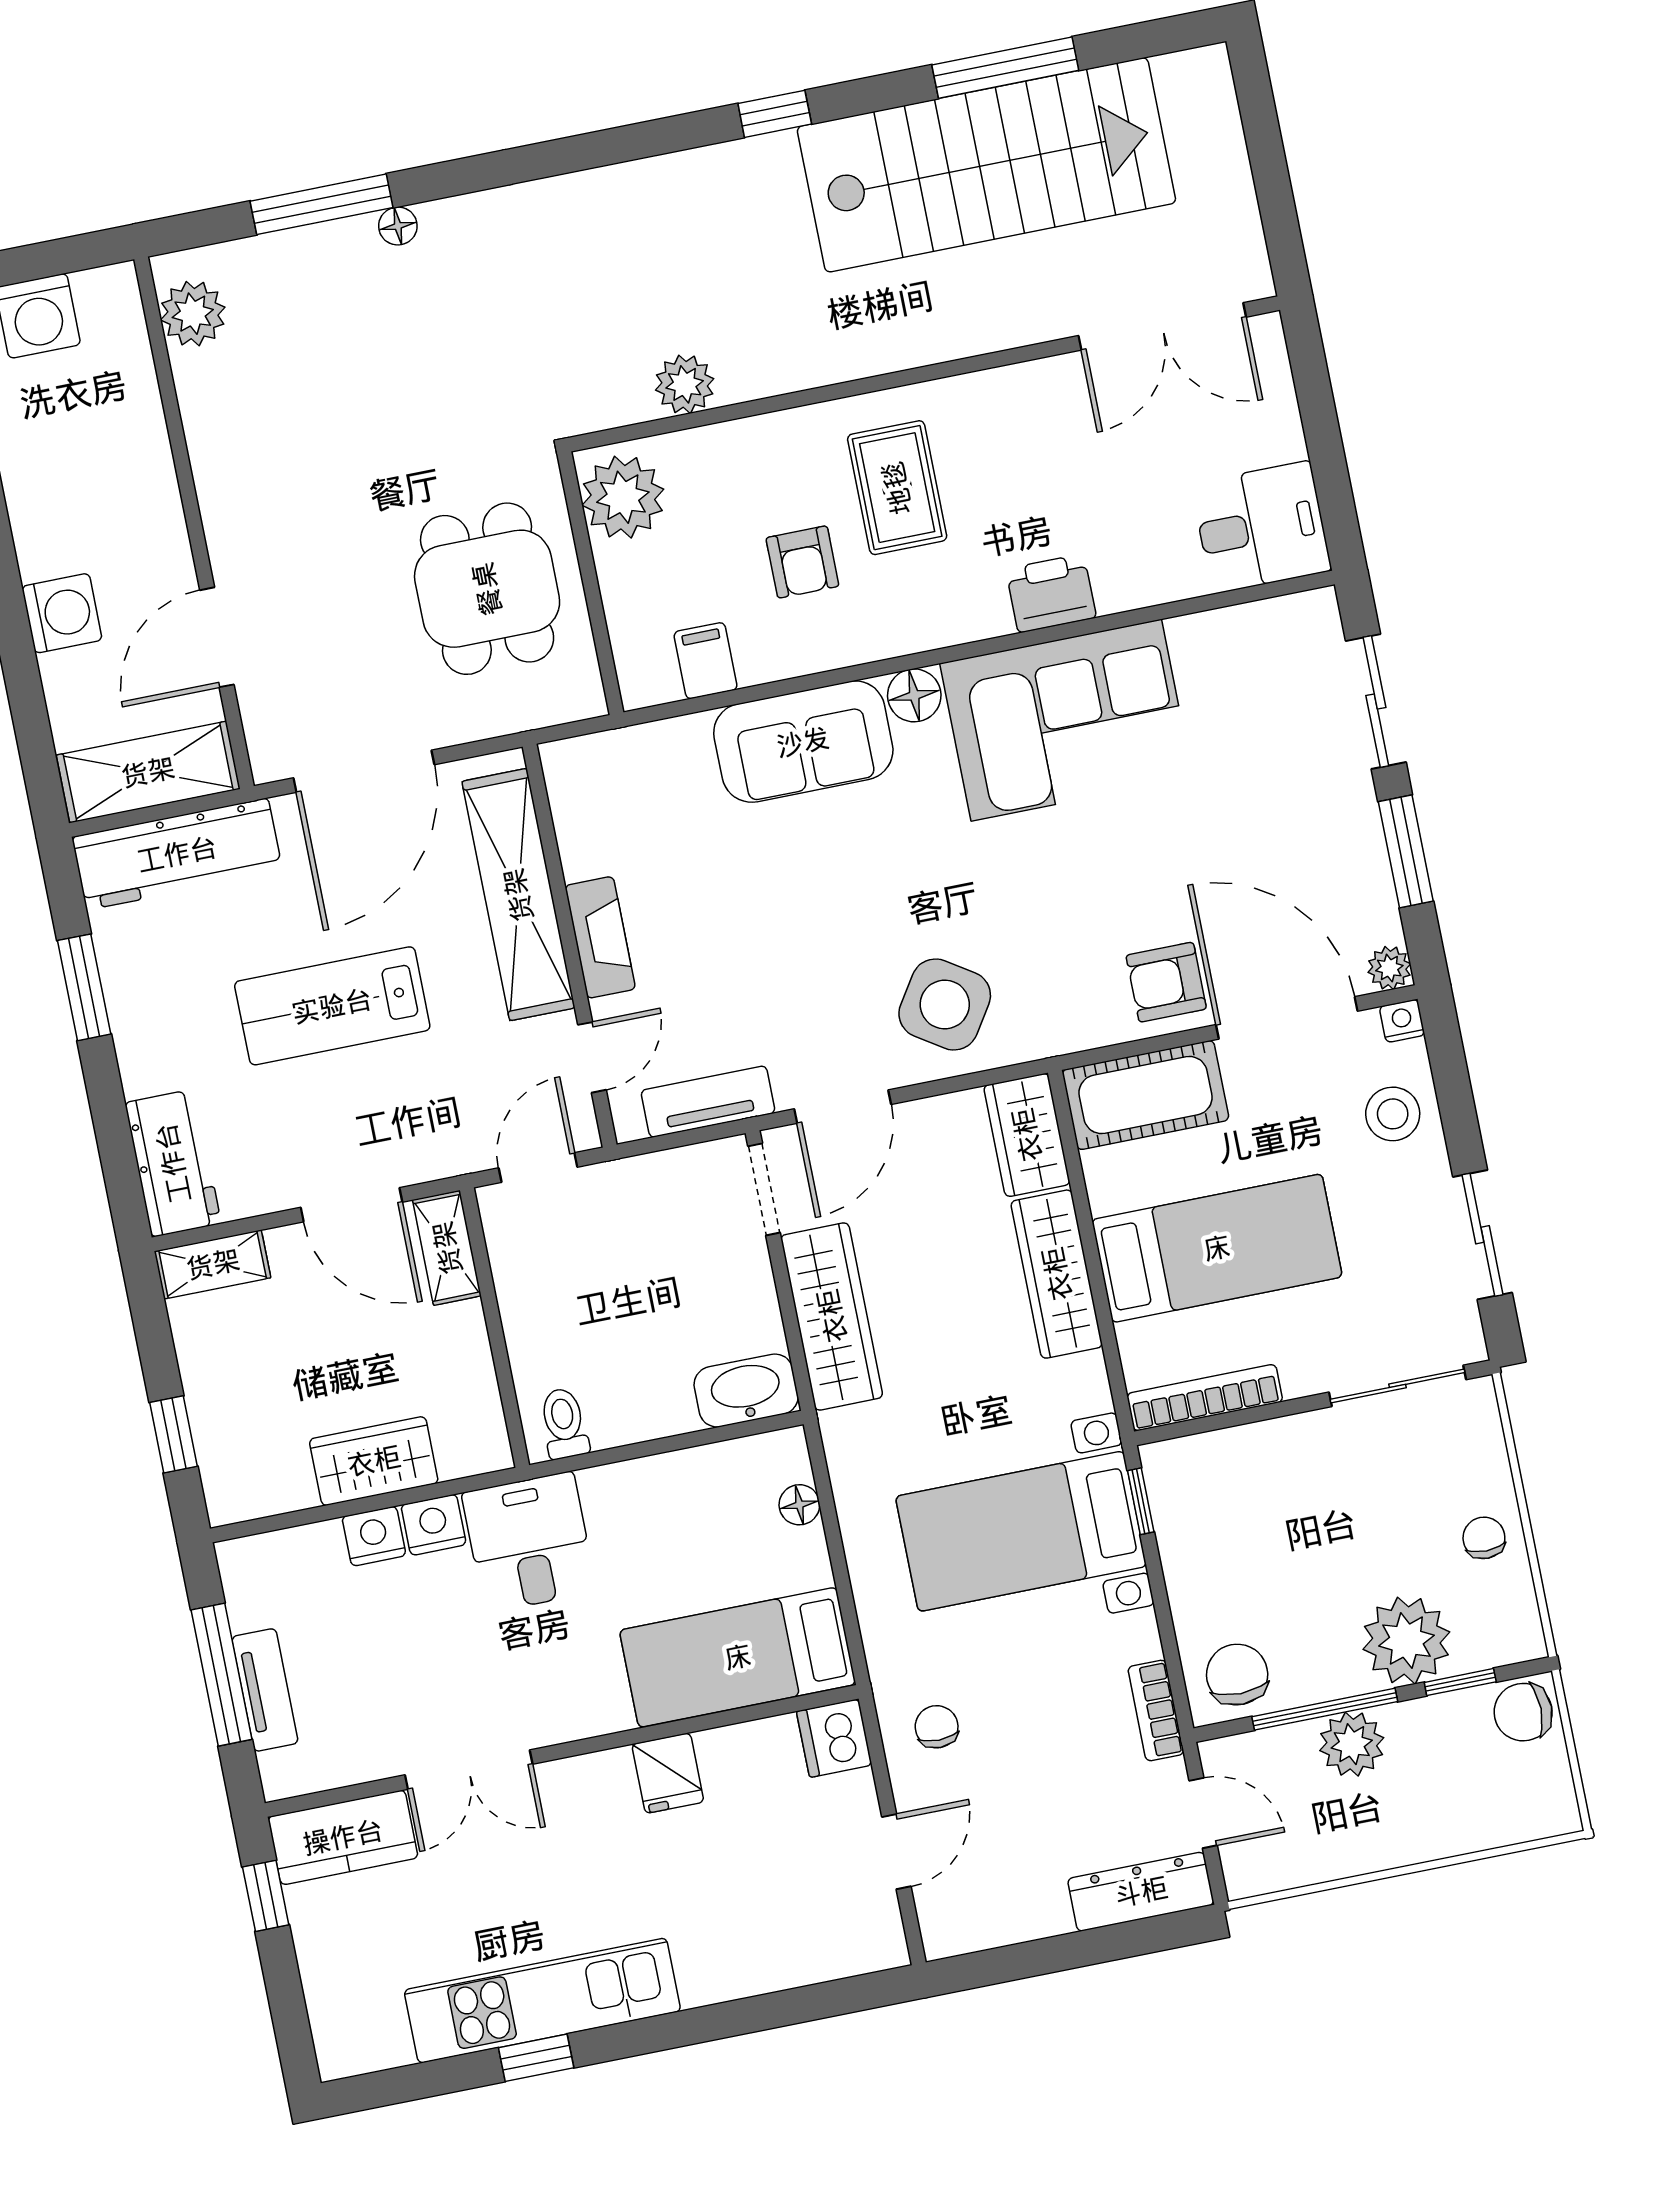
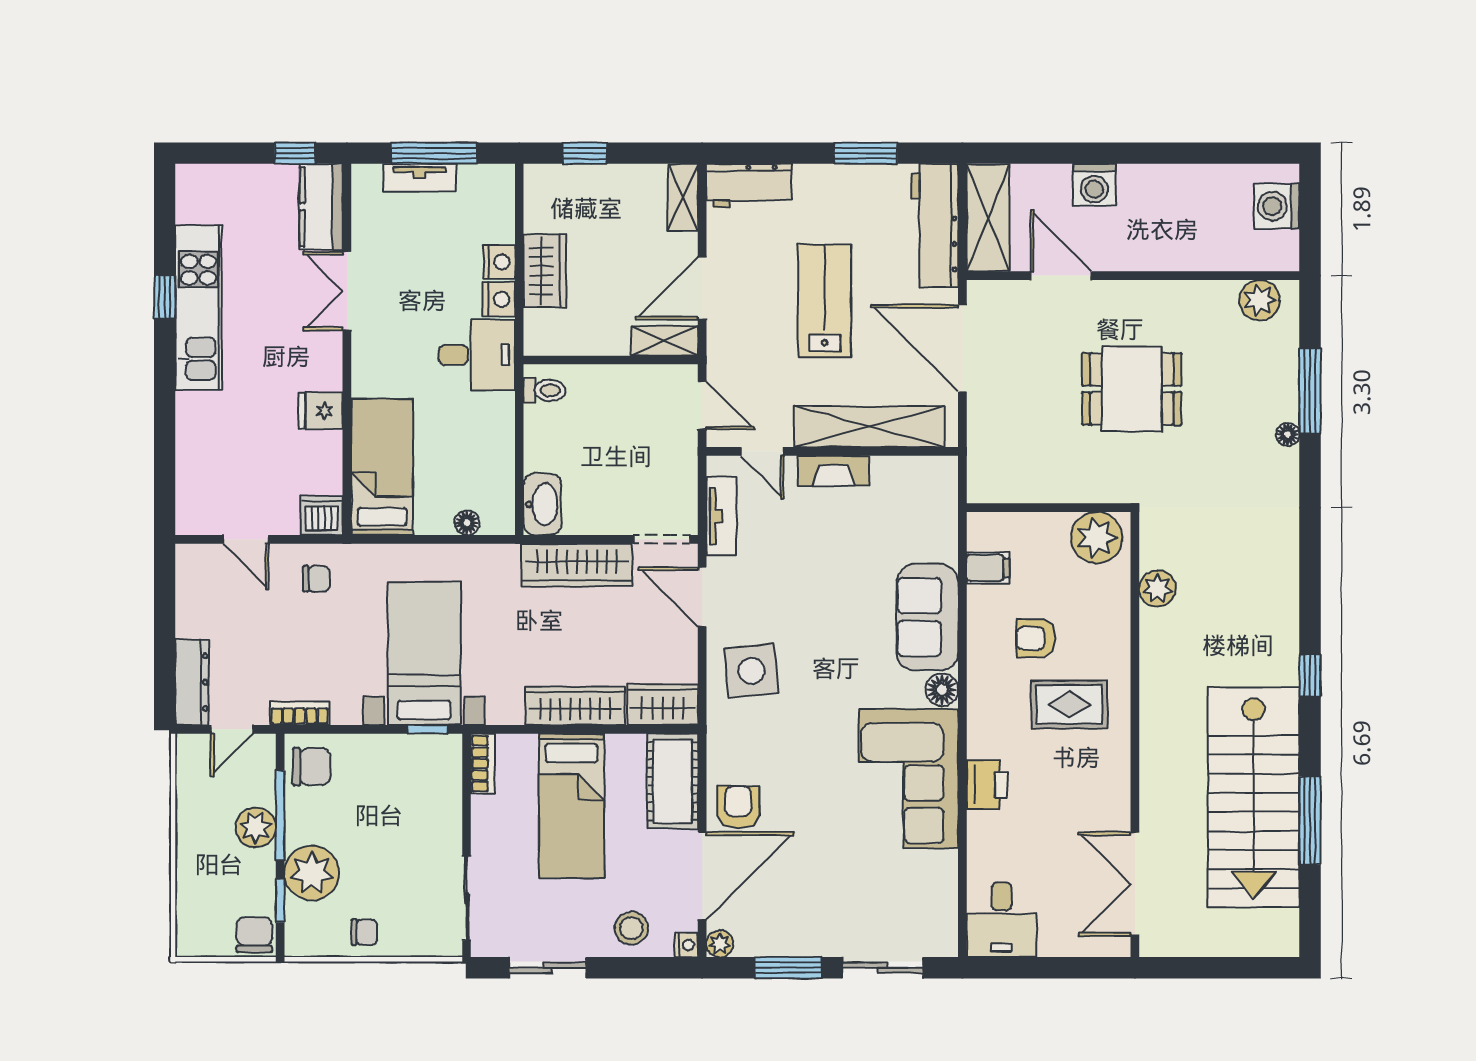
dining table: (487, 589) -> (1132, 389), moved
side table: (945, 1004) -> (751, 671), turned -38
bookcase: (1205, 1398) -> (483, 764), width x0.64

